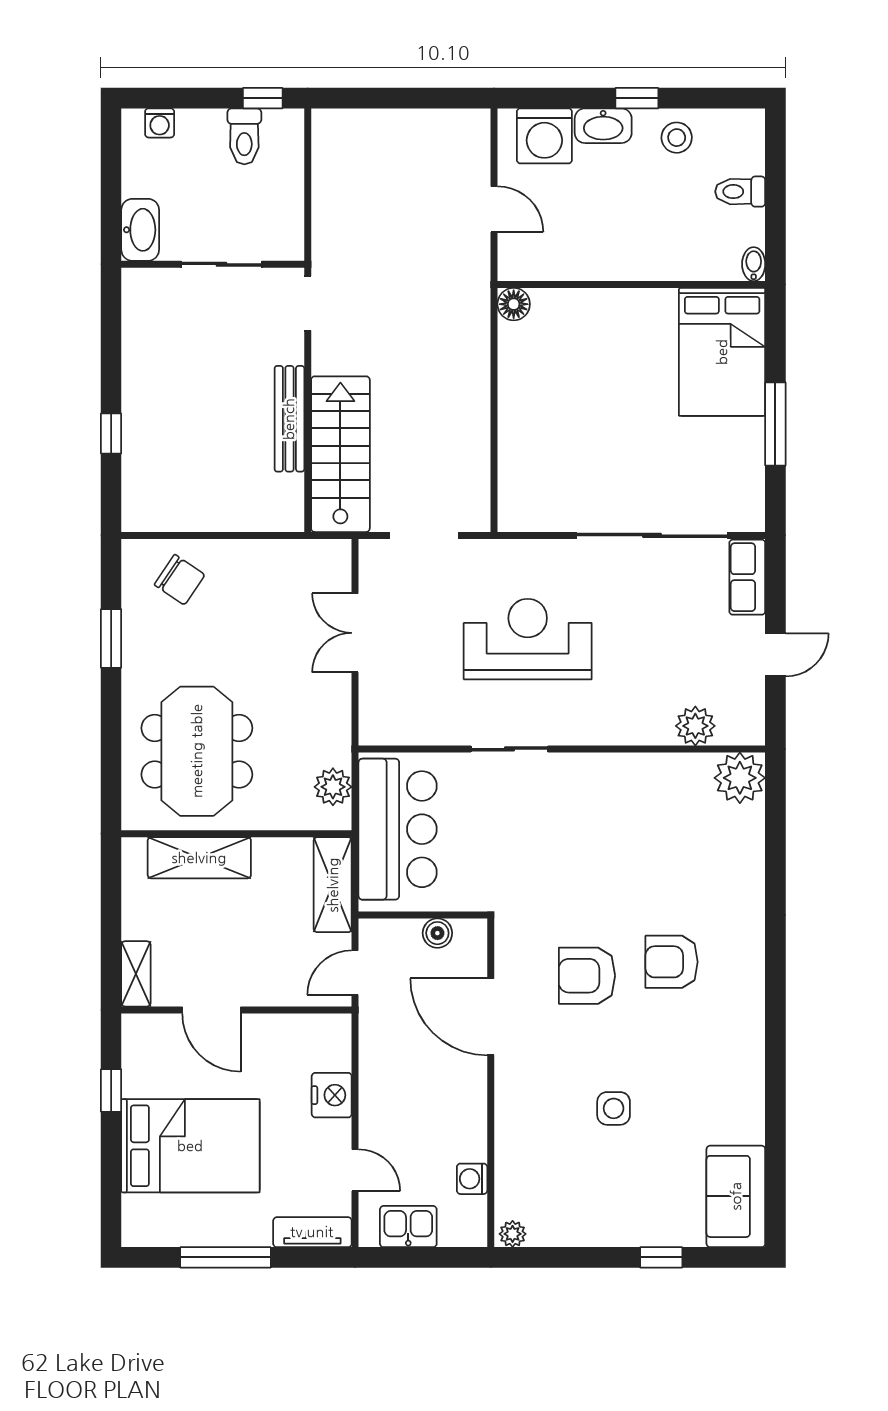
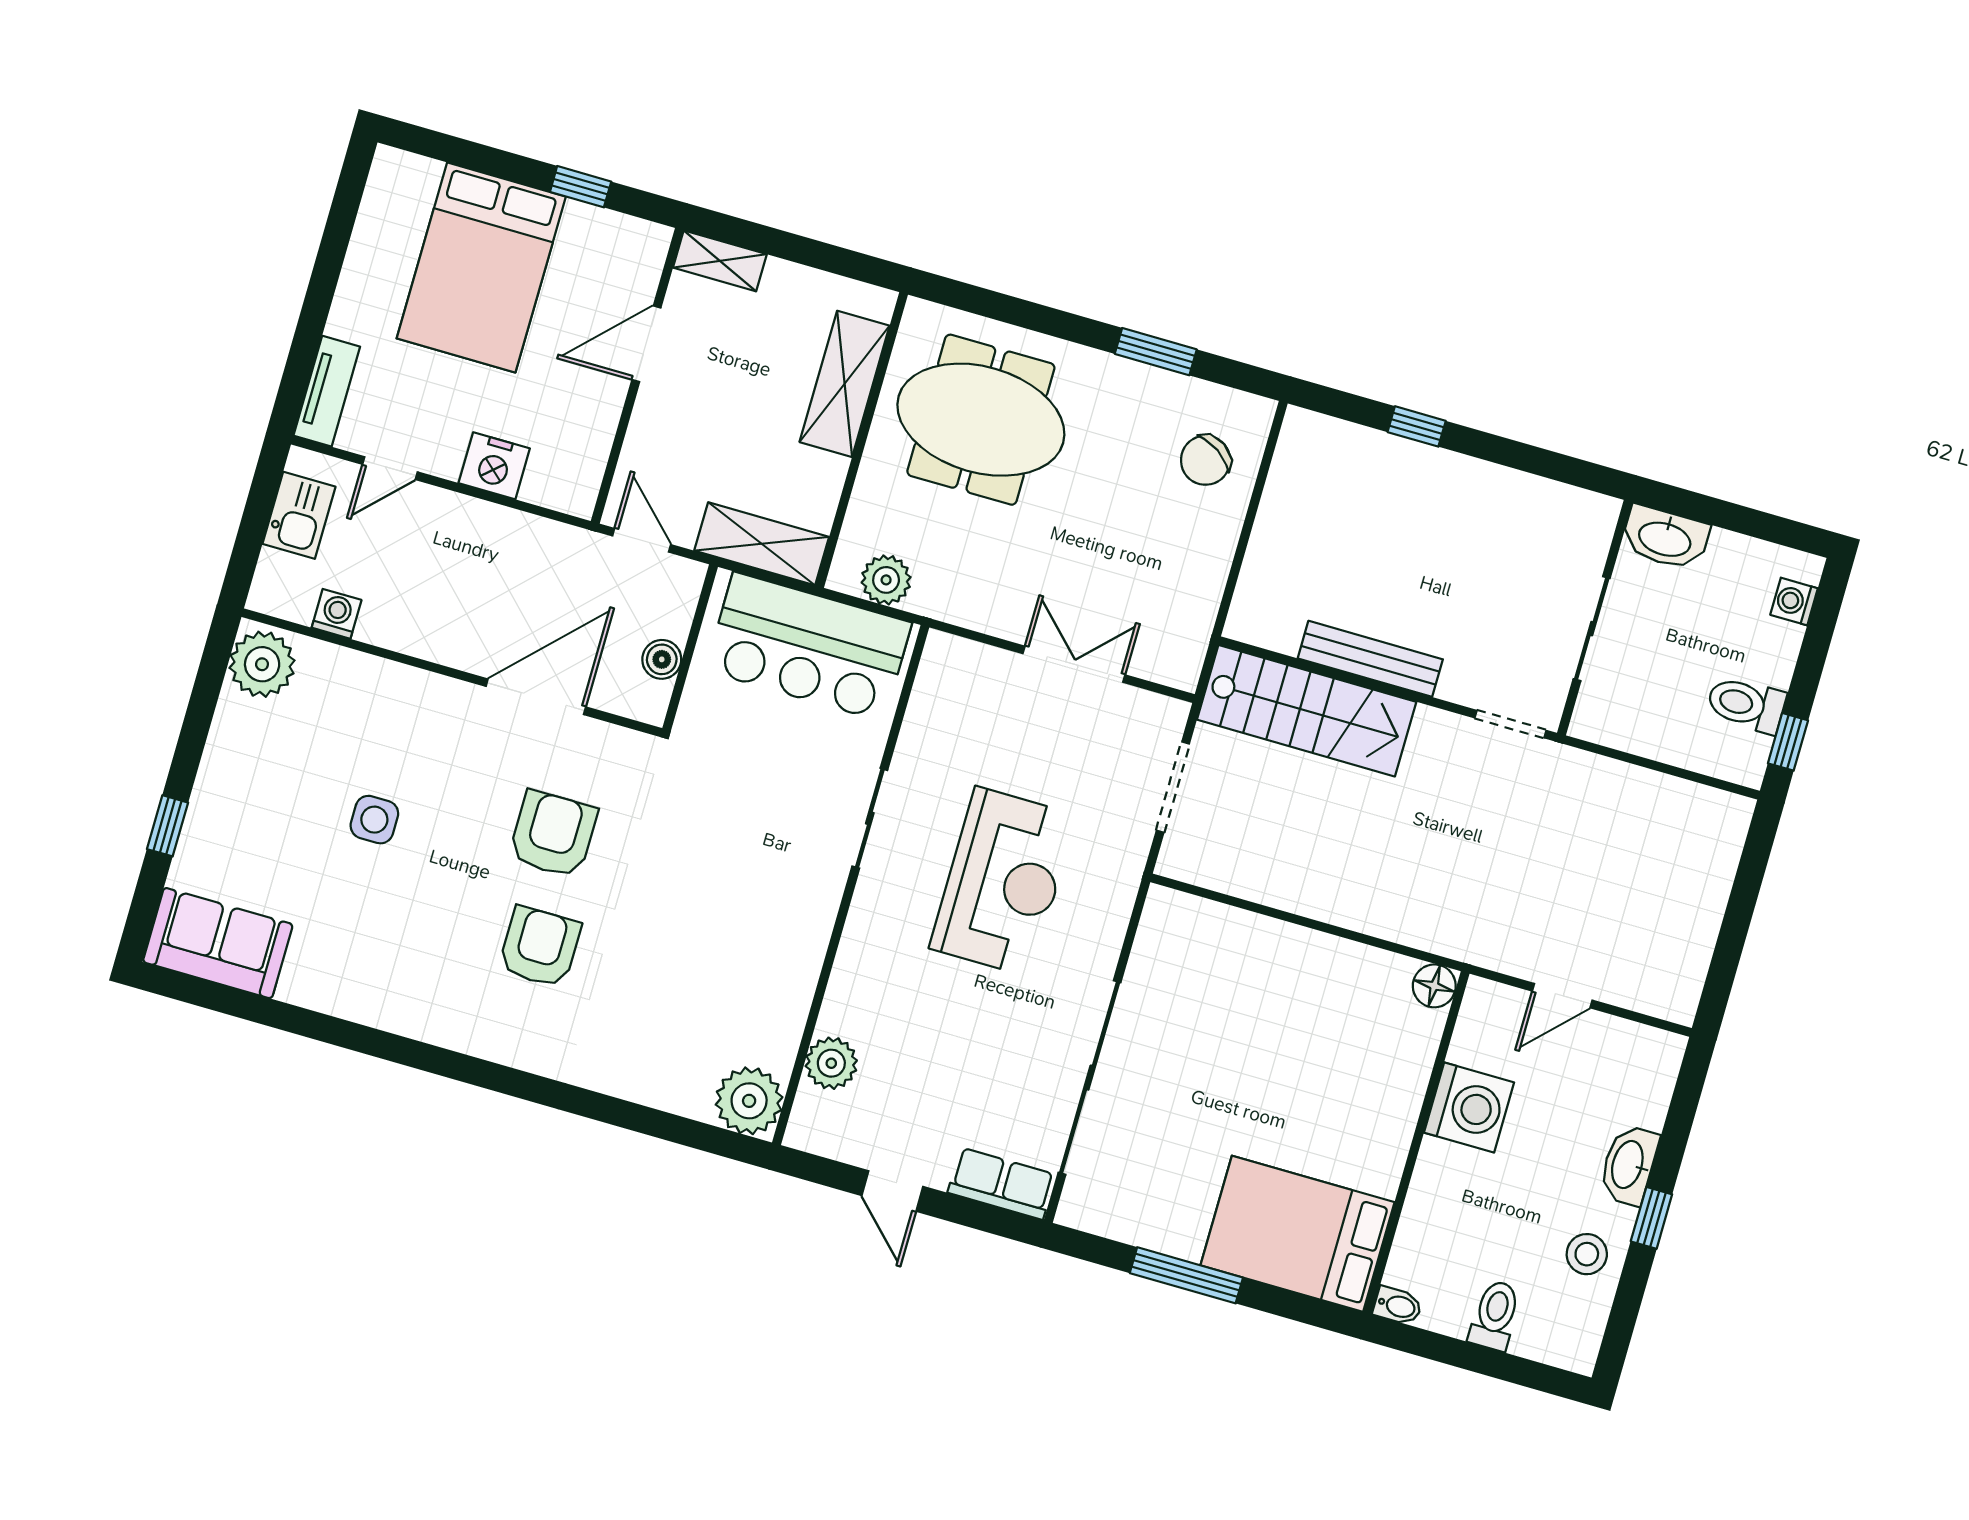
washing machine: (544, 136) -> (1469, 1107), moved, turned 180
plant: (513, 1234) -> (262, 664), width x1.87, depth x1.87
window: (225, 1257) -> (326, 271), removed

